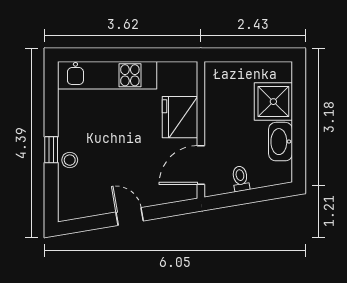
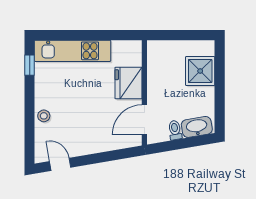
washbasin: (280, 142) -> (197, 127), moved, turned 80
window: (51, 150) -> (30, 65), moved
door: (130, 217) -> (60, 164), moved

